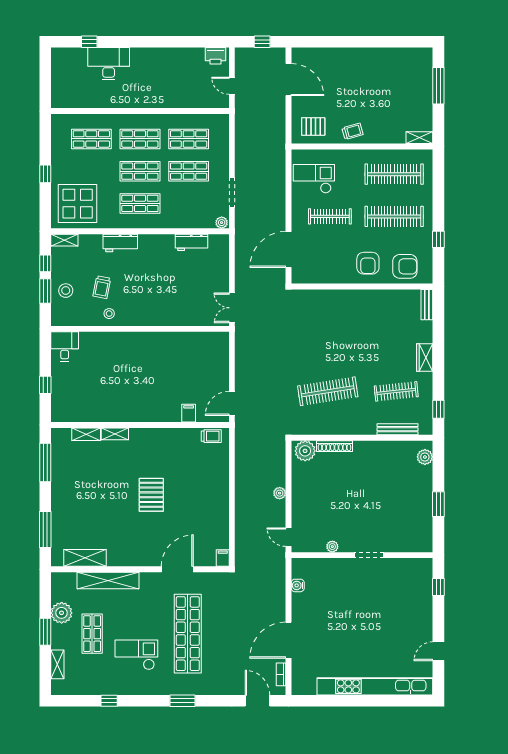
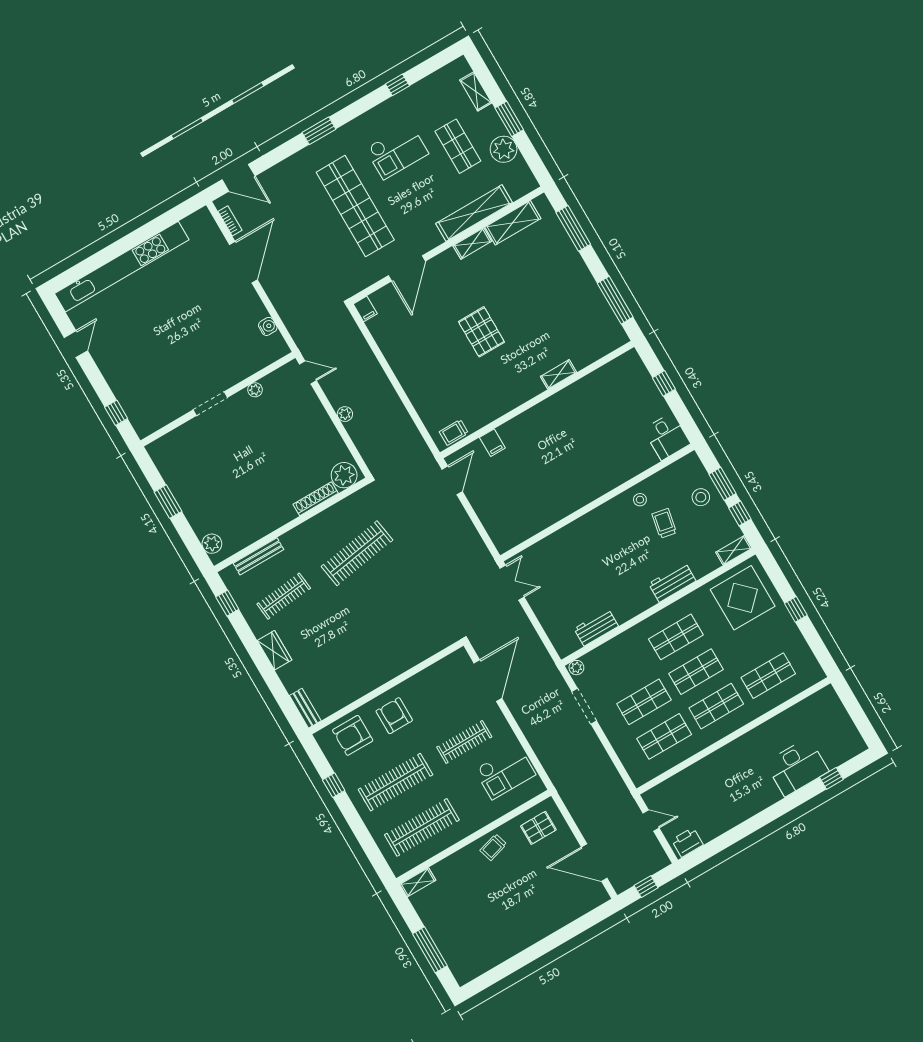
shelving: (86, 434) -> (472, 243), moved

